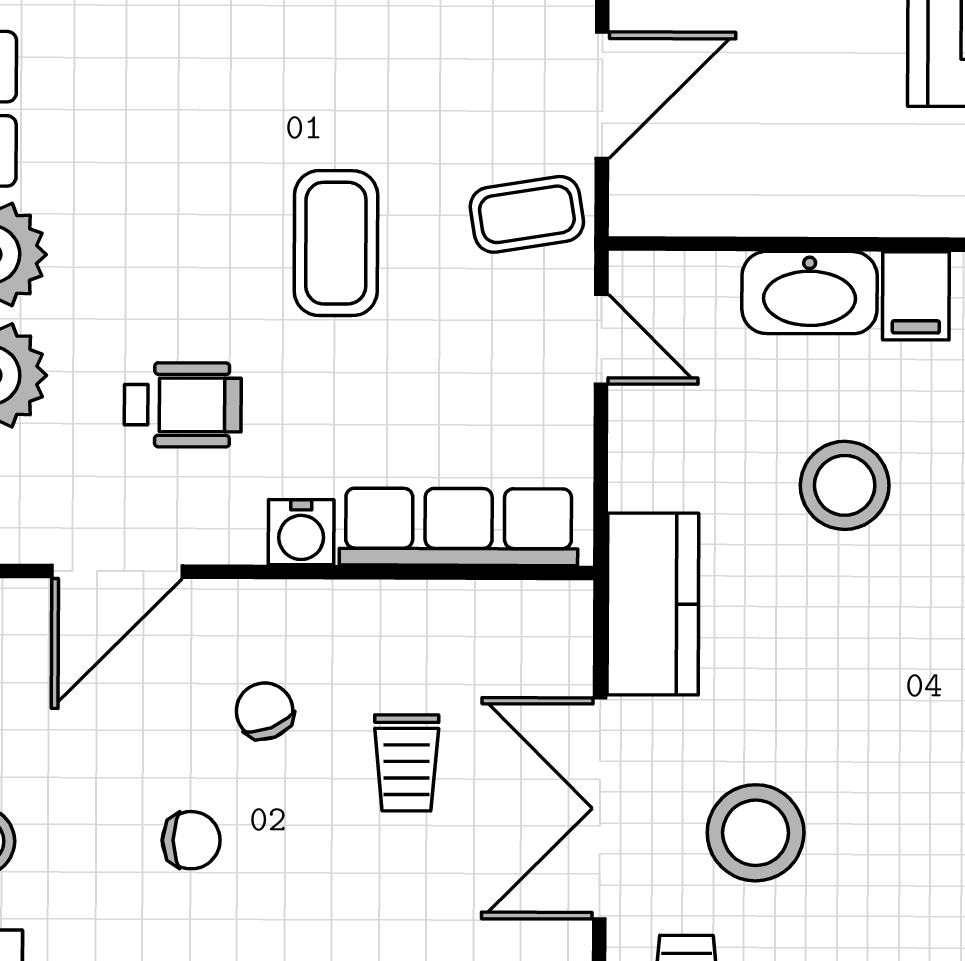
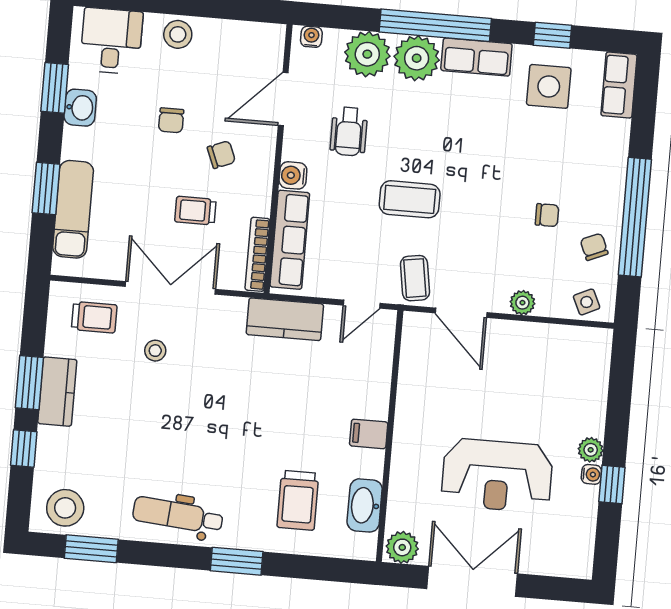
washbasin: (810, 293) -> (374, 391), removed
stool: (845, 485) -> (294, 399), removed
door: (117, 571) -> (283, 99), hinge flipped
bookcase: (501, 603) -> (257, 254), added
kitchen counter: (653, 604) -> (285, 319), moved
stool: (756, 833) -> (155, 351), width x0.53, depth x0.53

